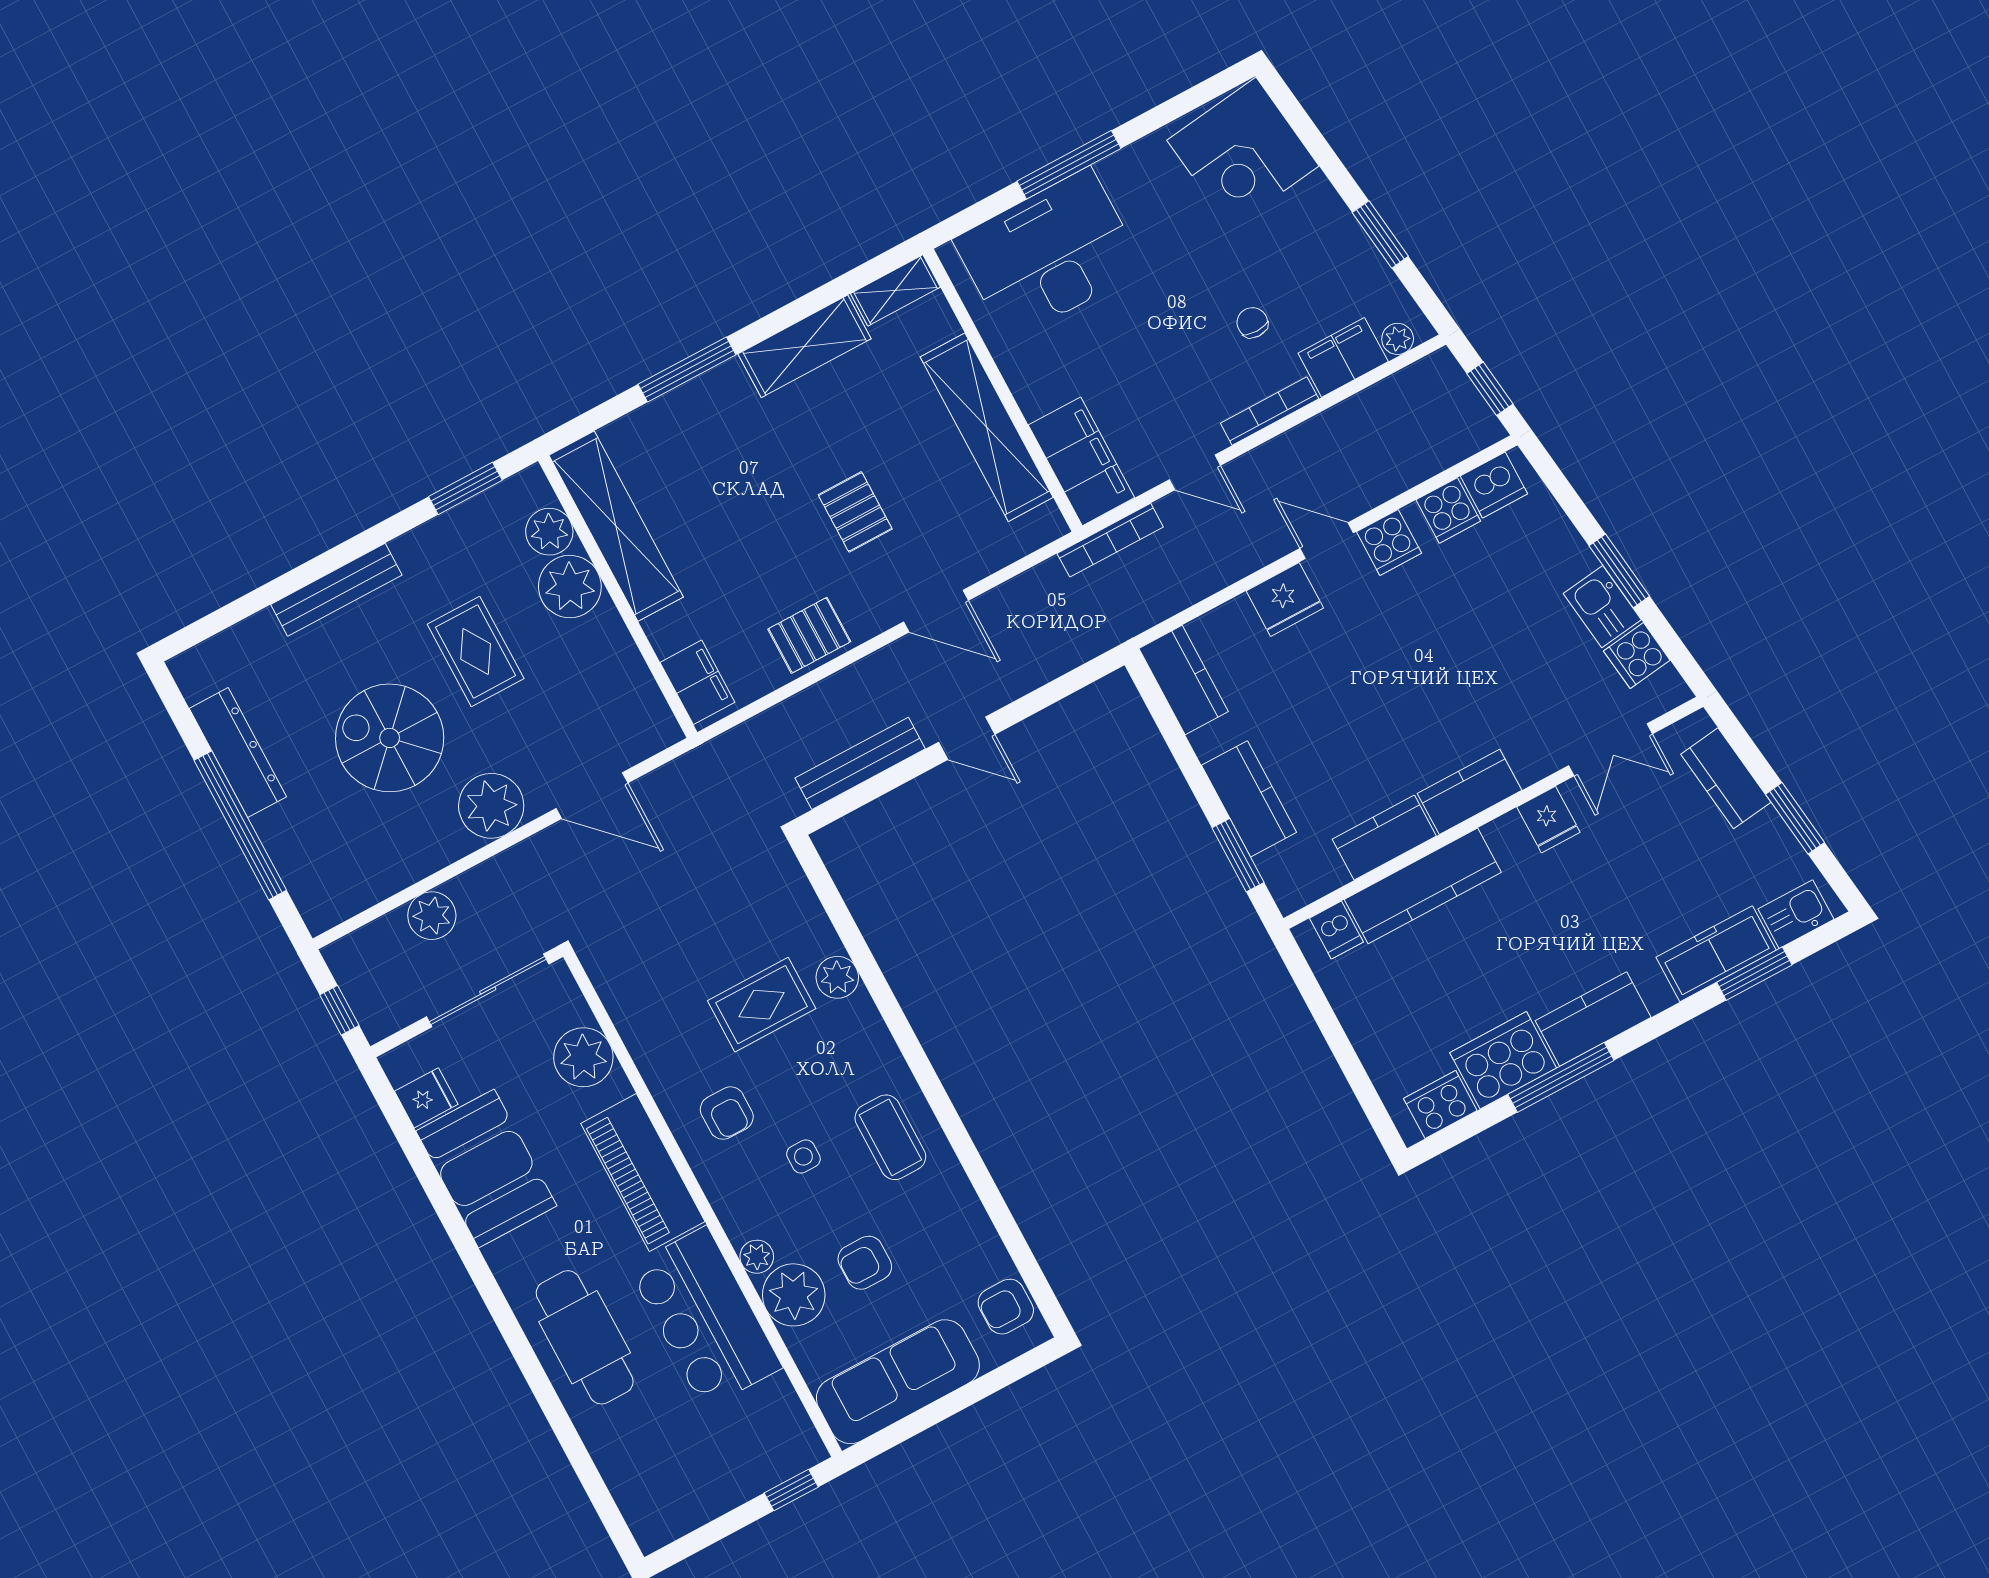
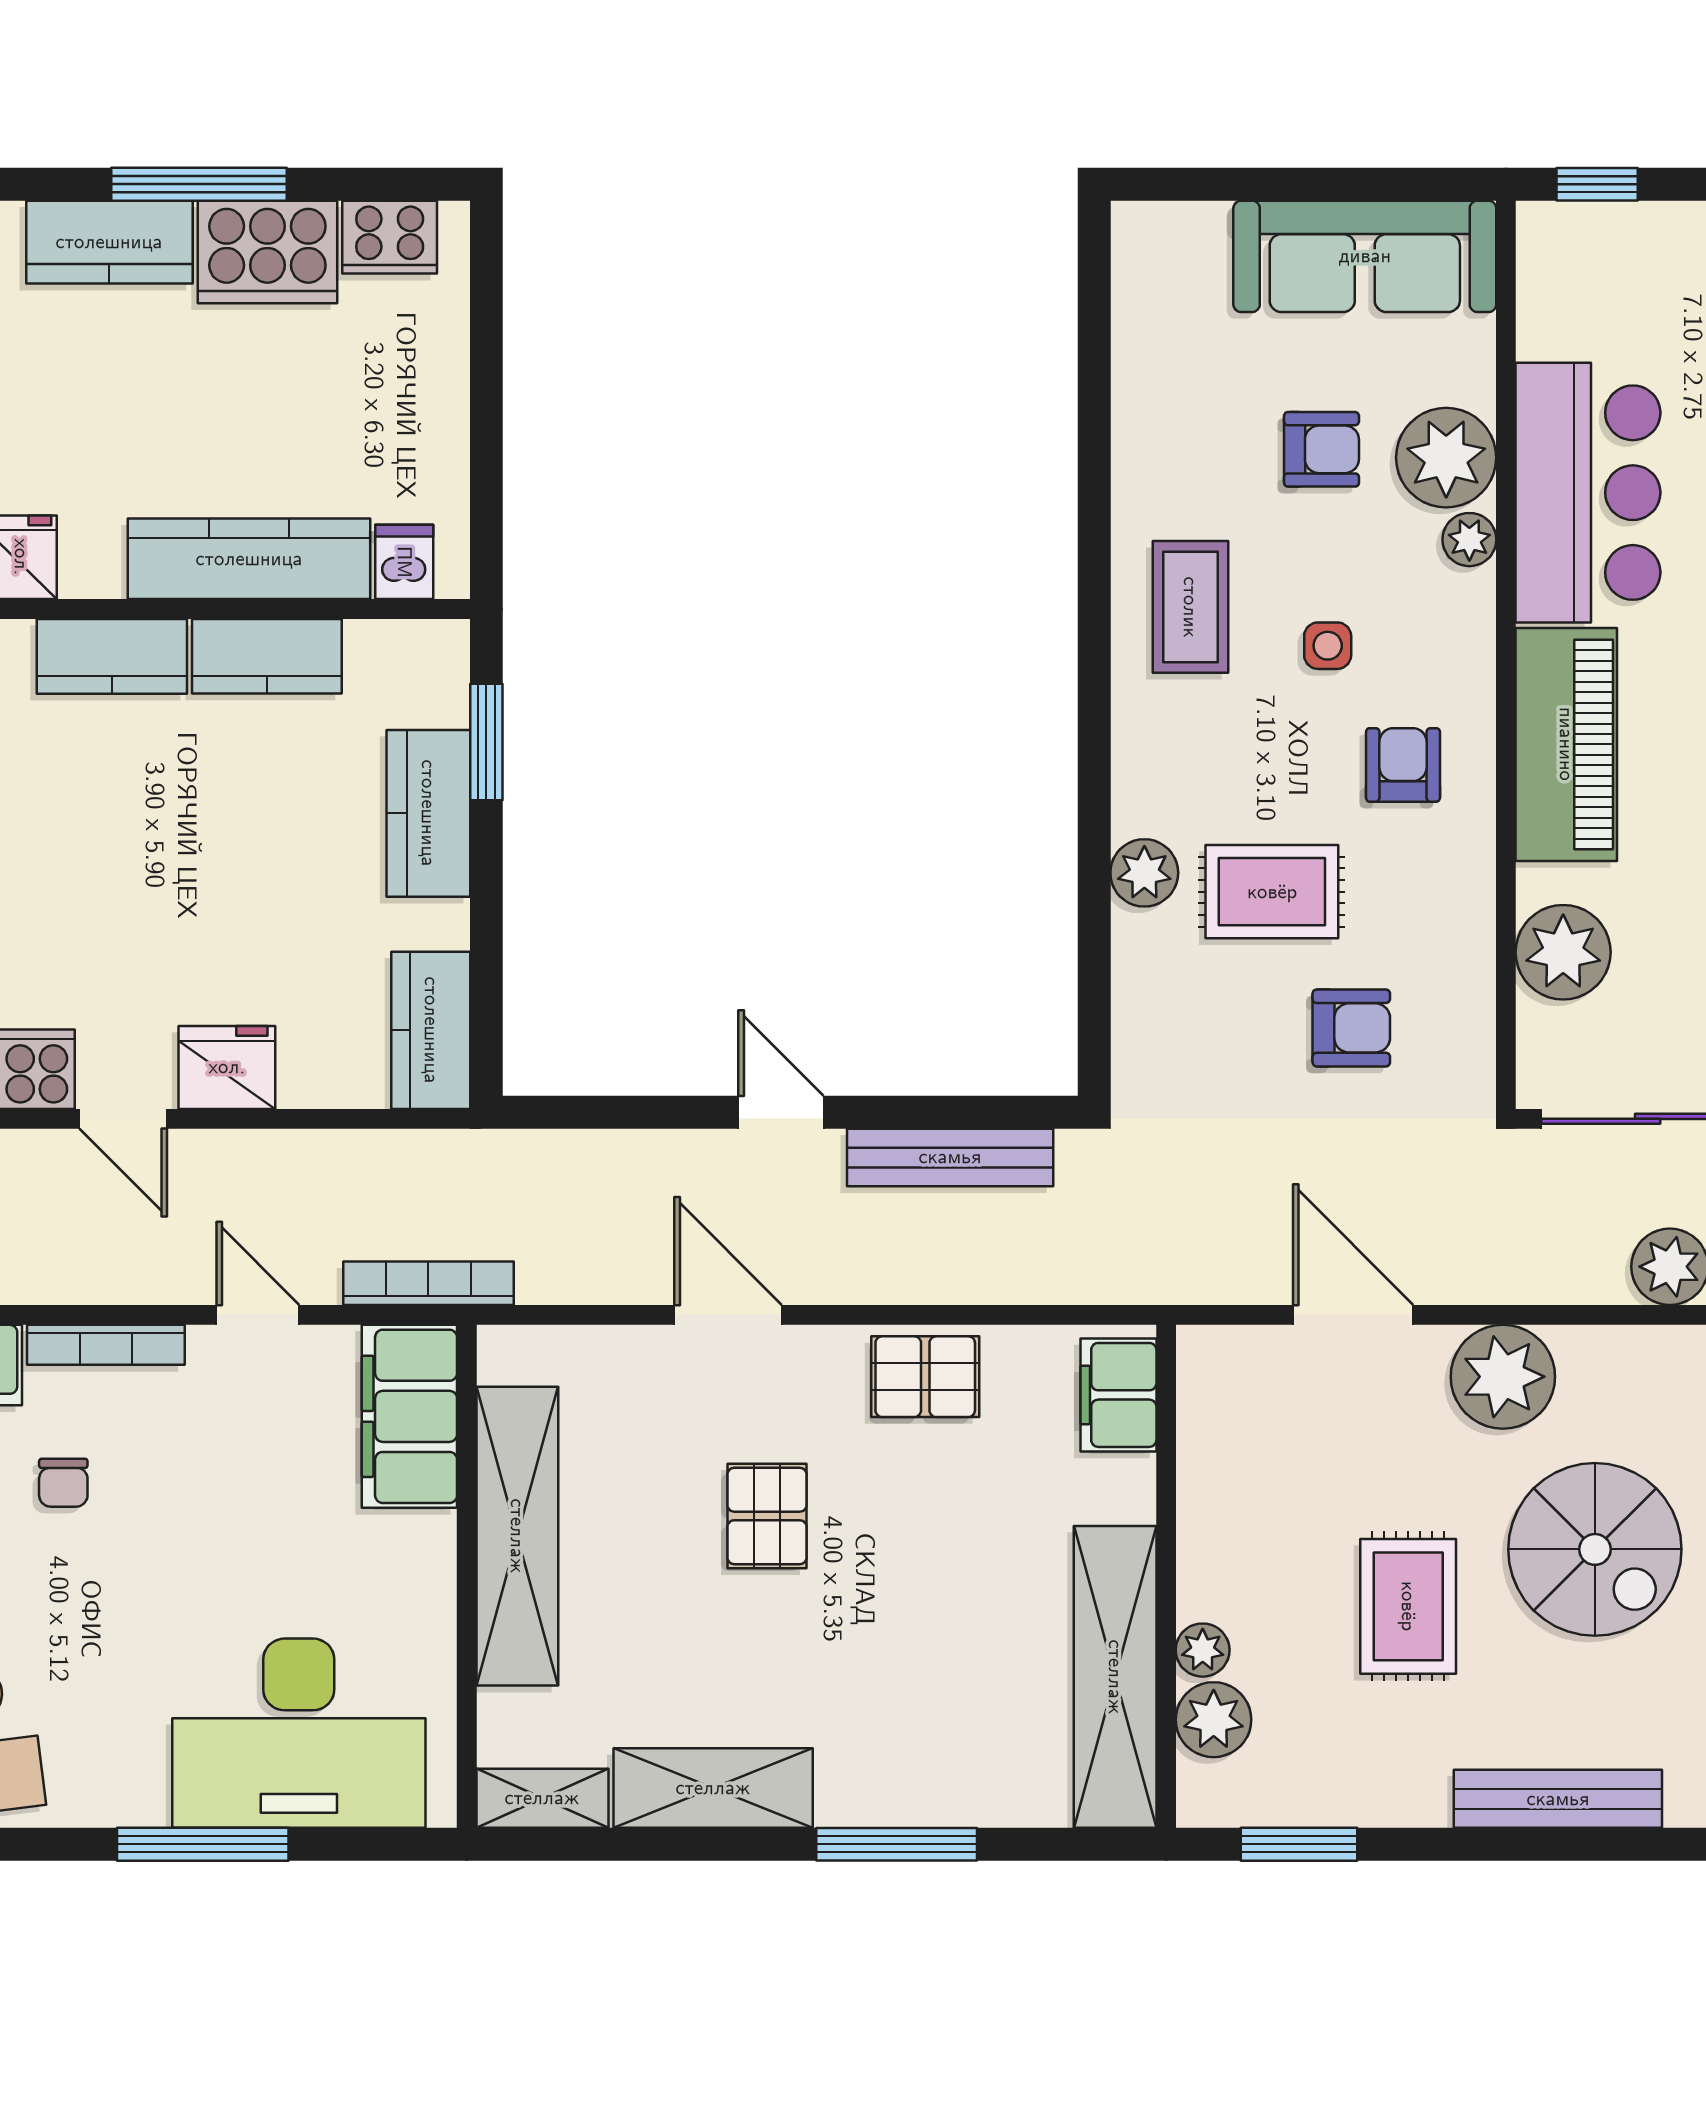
plant: (570, 587) -> (1203, 1650), width x0.53, depth x0.53
armchair: (1006, 1307) -> (1351, 1028), moved

